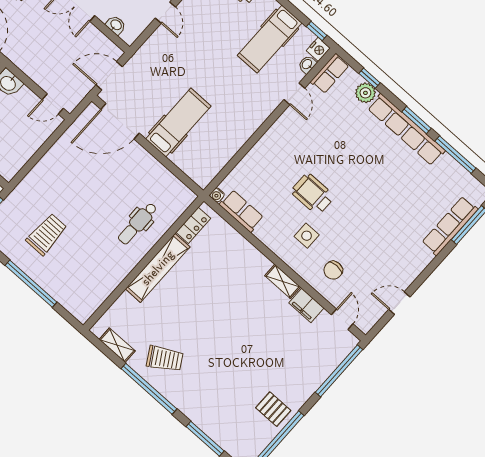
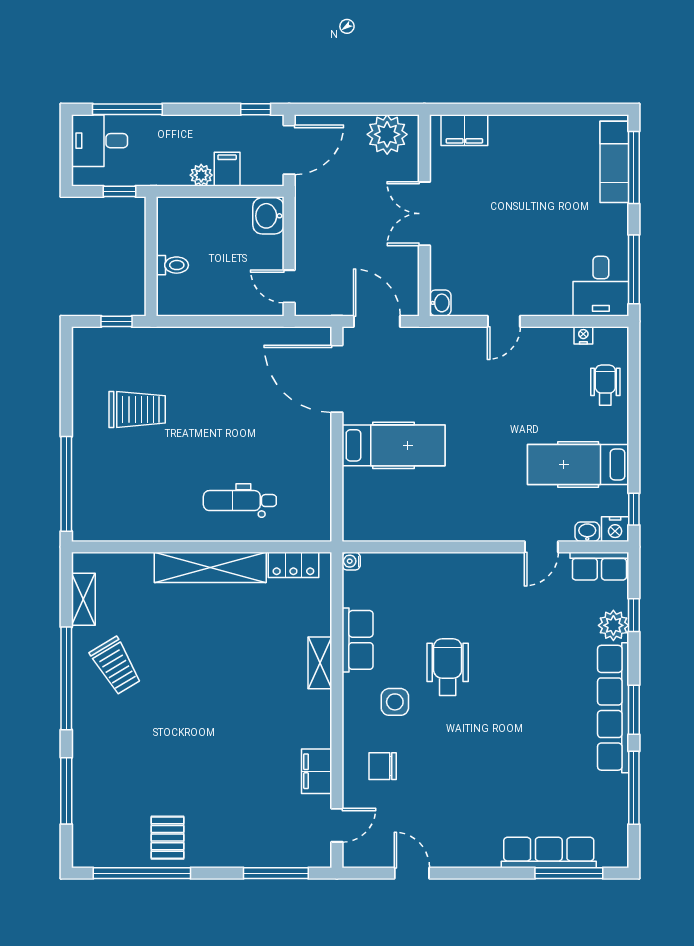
washbasin: (116, 25) -> (440, 303), moved
row of seats: (241, 211) -> (357, 640), moved
shelving: (283, 281) -> (320, 663), moved
window: (31, 284) -> (66, 484), moved
window: (339, 371) -> (276, 873), width x0.68

